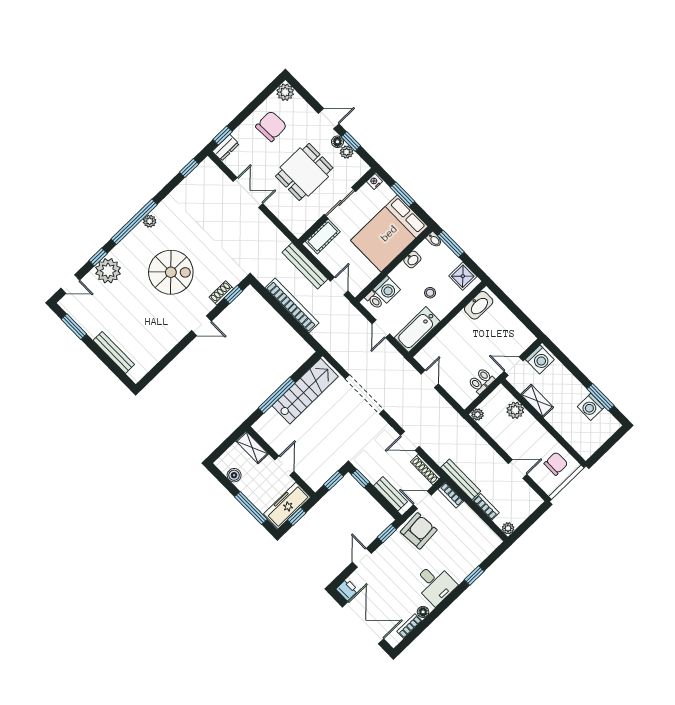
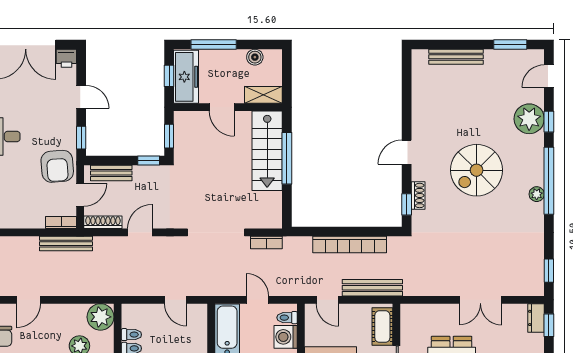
stairs: (305, 391) -> (267, 151), moved
plant: (477, 414) -> (101, 317), width x1.87, depth x1.87
bookcase: (486, 507) -> (266, 243), moved

